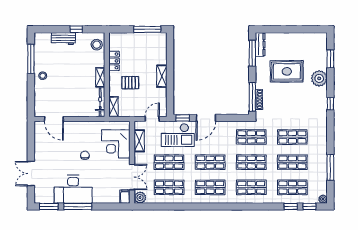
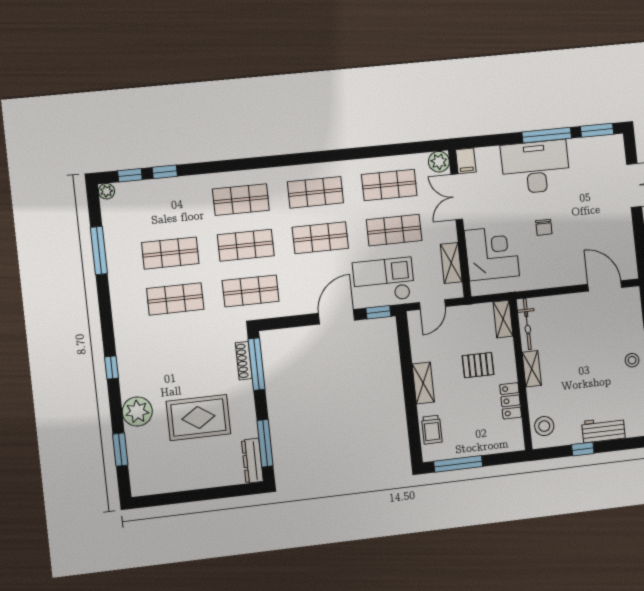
trolley: (160, 50) -> (432, 430), added
shop shelf: (292, 187) -> (165, 207), removed
desk: (73, 189) -> (536, 167), moved

